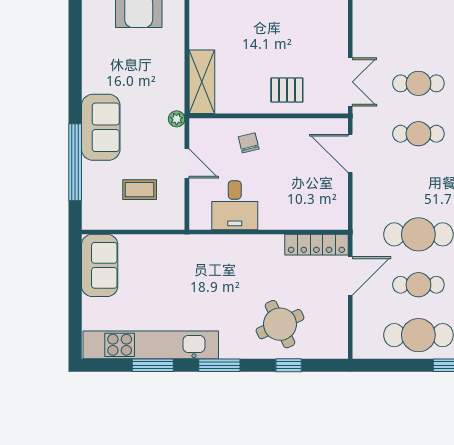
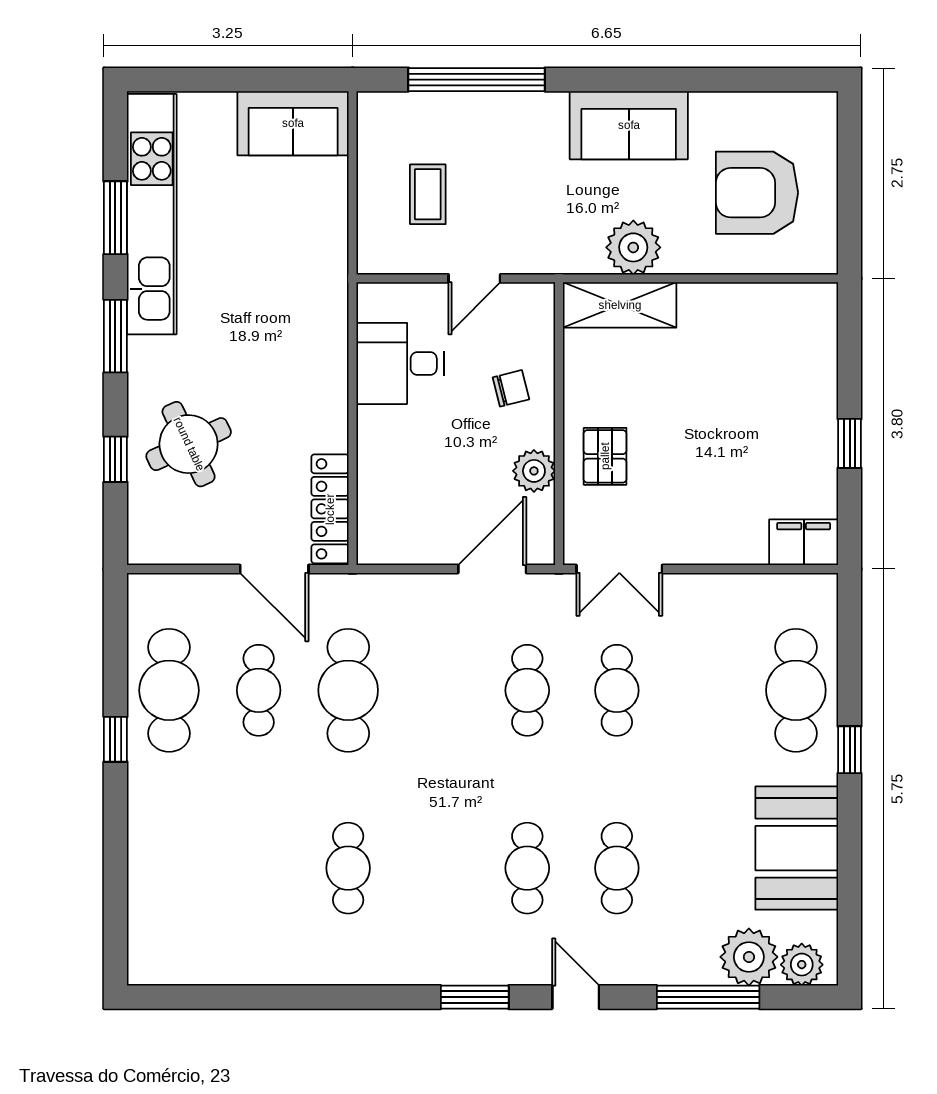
plant: (177, 119) -> (633, 247), moved, width x1.87, depth x1.87
sofa: (101, 127) -> (629, 125), moved
plant: (295, 130) -> (534, 471), added

